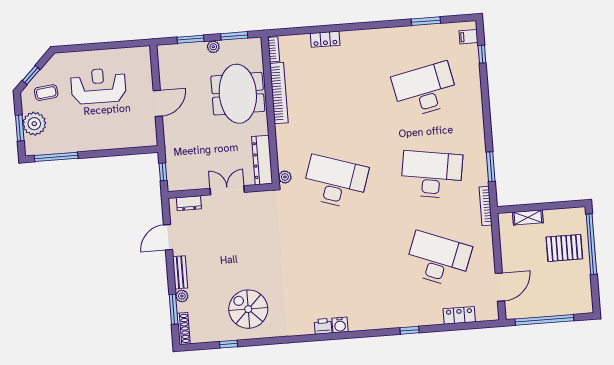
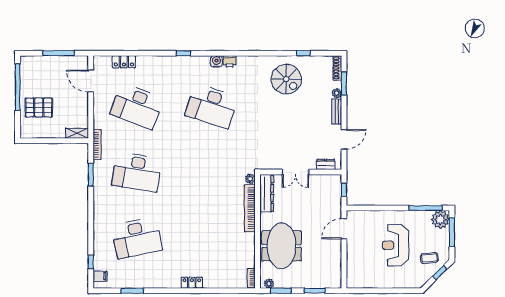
locker: (325, 39) -> (192, 283), moved
plant: (213, 47) -> (269, 284), moved
reception desk: (98, 86) -> (396, 245), moved, turned 90
bookcase: (279, 93) -> (250, 208), moved
door: (158, 103) -> (344, 229), moved
plant: (34, 124) -> (440, 219), moved
window: (20, 128) -> (452, 232), width x1.44
desk: (335, 182) -> (212, 106), moved
shelving: (528, 217) -> (77, 133), moved
window: (591, 244) -> (18, 87), moved
door: (500, 287) -> (91, 81), hinge flipped
window: (544, 320) -> (58, 53), width x0.68
window: (410, 330) -> (183, 53), moved

